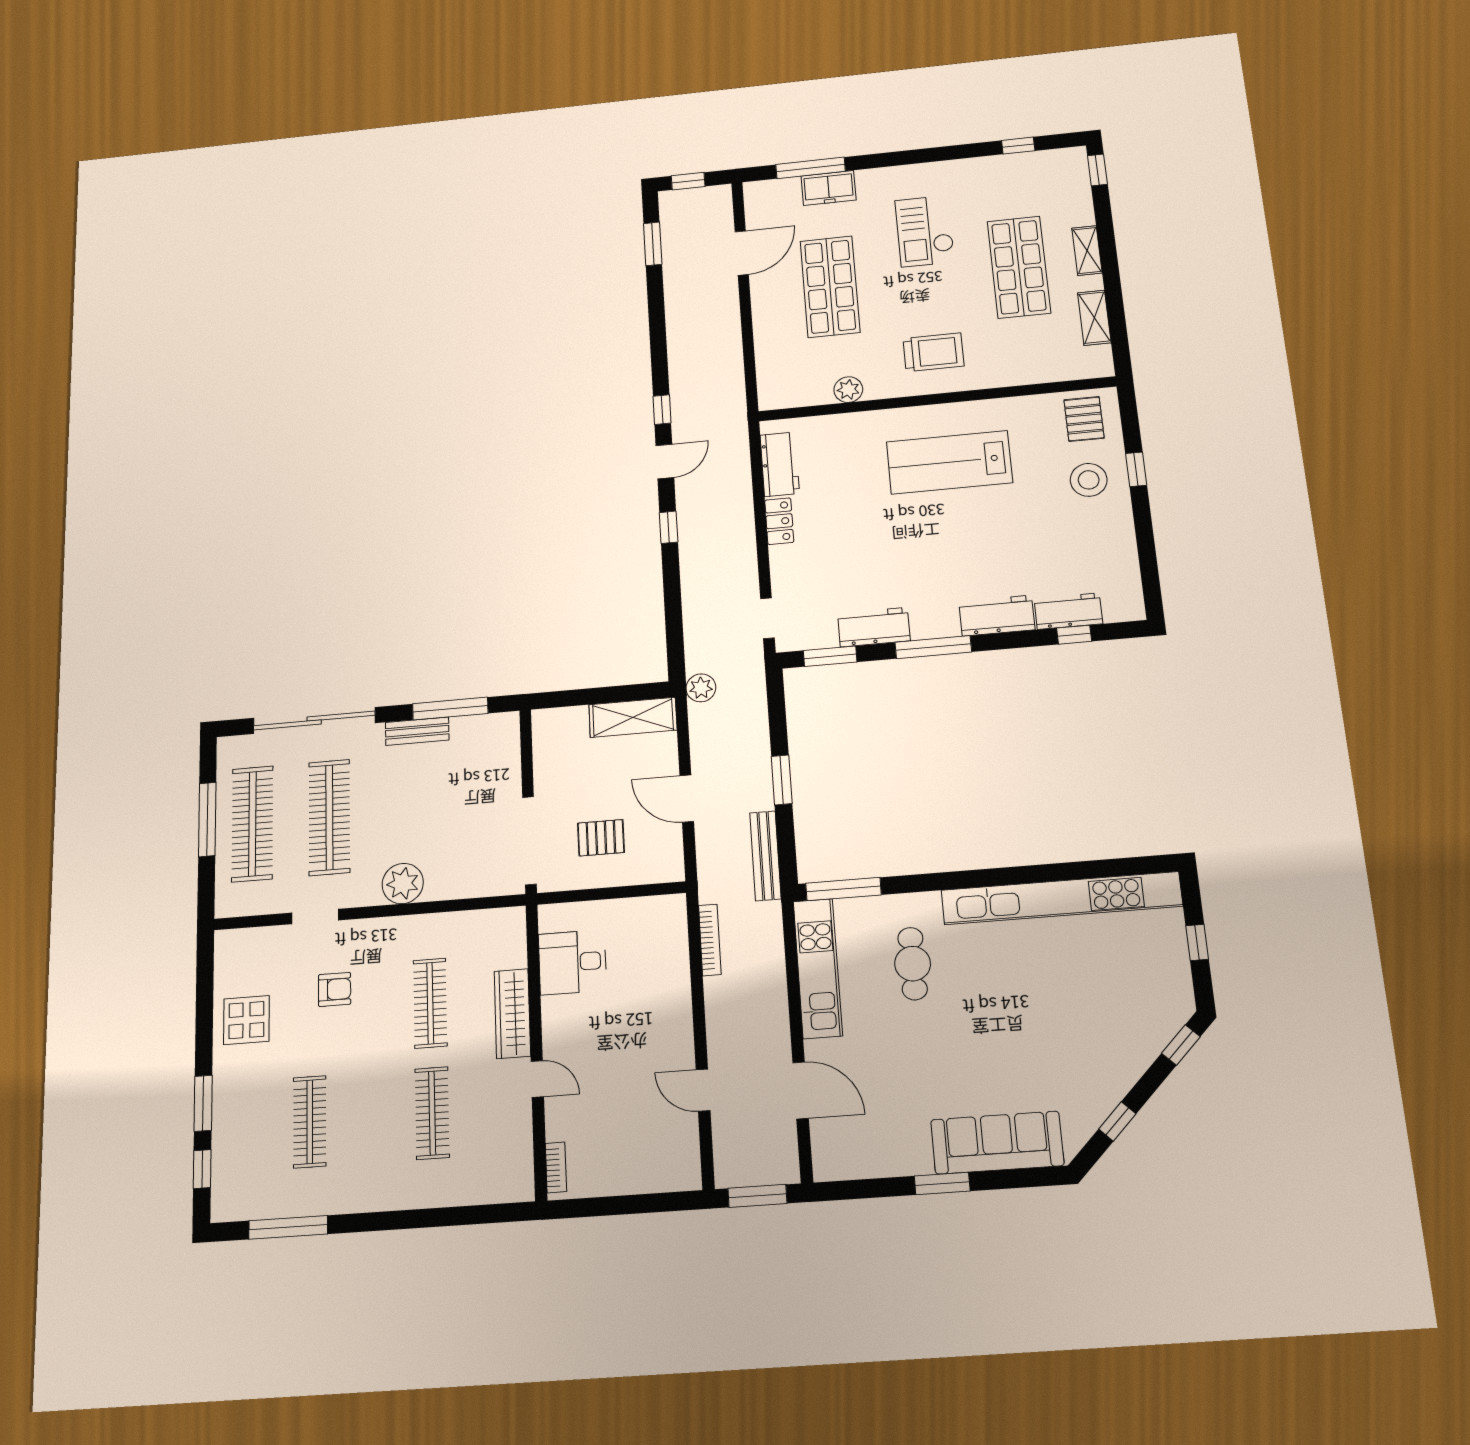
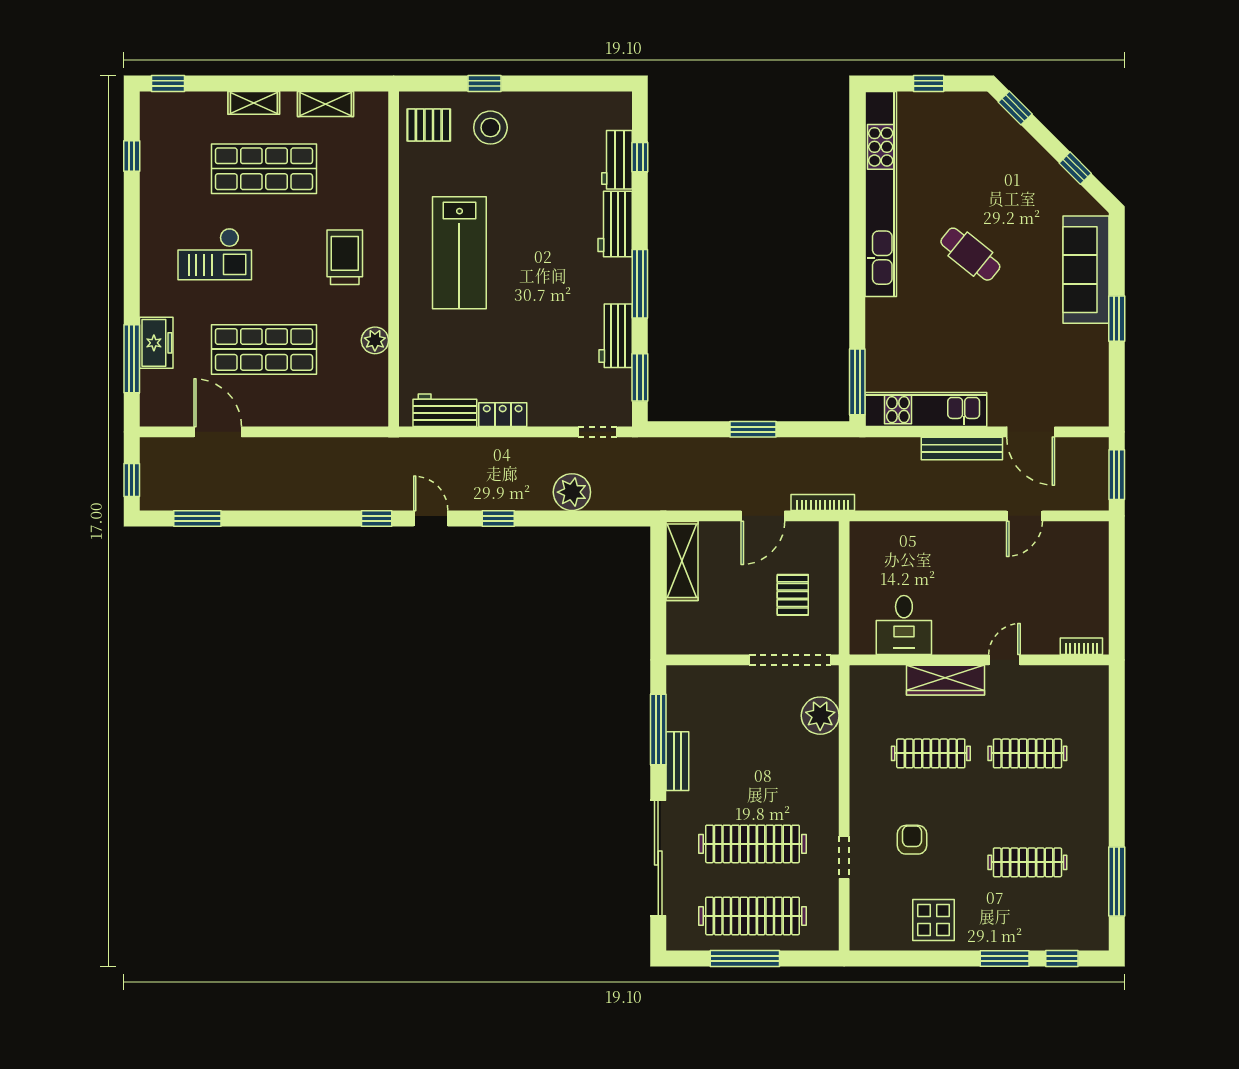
plant: (701, 688) -> (572, 492), moved, width x1.36, depth x1.36
bench: (765, 856) -> (962, 449), moved
plant: (403, 884) -> (820, 716), moved
bookcase: (710, 940) -> (823, 502), moved
cafe table: (913, 964) -> (970, 254), moved, turned 39
door: (801, 1090) -> (1031, 432), swing flipped

